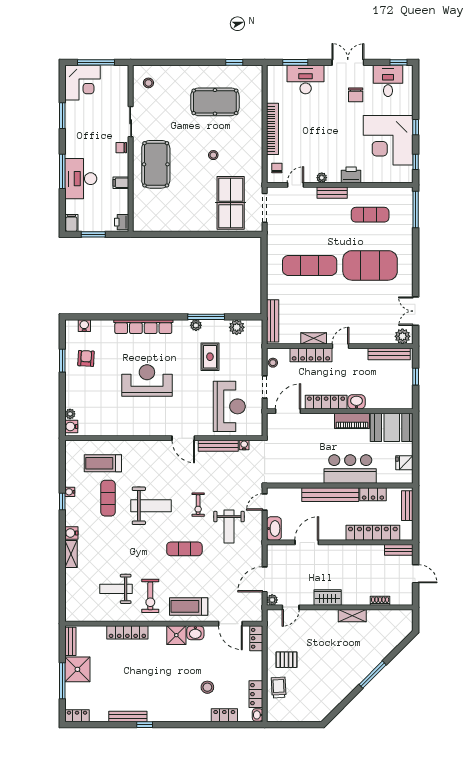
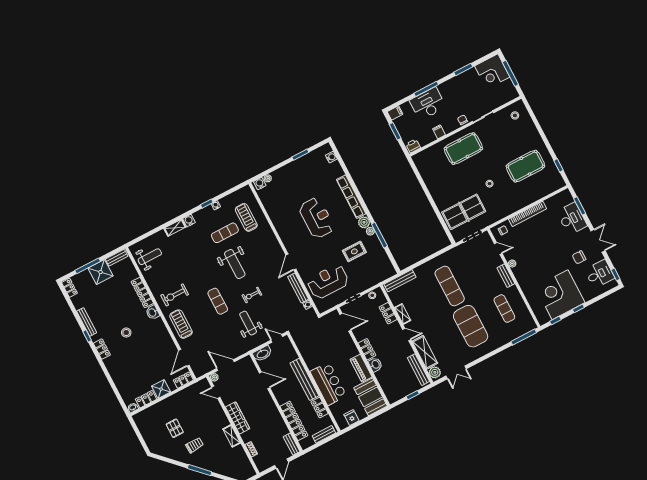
pool table: (215, 102) -> (525, 166), turned 90
printer: (351, 175) -> (524, 282), removed
double door: (416, 311) -> (456, 372), swing flipped
plant: (237, 327) -> (364, 222), moved
shelving: (373, 336) -> (425, 352), added
locker: (311, 355) -> (388, 313), width x0.66
armchair: (86, 358) -> (310, 170), removed
locker: (326, 402) -> (367, 349), width x0.66
reception desk: (229, 406) -> (328, 282), turned 180
weight bench: (229, 526) -> (248, 323), turned 90
weight bench: (116, 589) -> (150, 257), moved, turned 90
wardrobe: (328, 597) -> (238, 418), width x1.50
washbasin: (195, 633) -> (153, 312), moved
shower: (176, 635) -> (161, 389), moved
pallet: (286, 660) -> (175, 428), moved
stool: (207, 687) -> (126, 333), moved
trolley: (279, 687) -> (195, 445), moved
locker: (224, 715) -> (102, 349), moved

